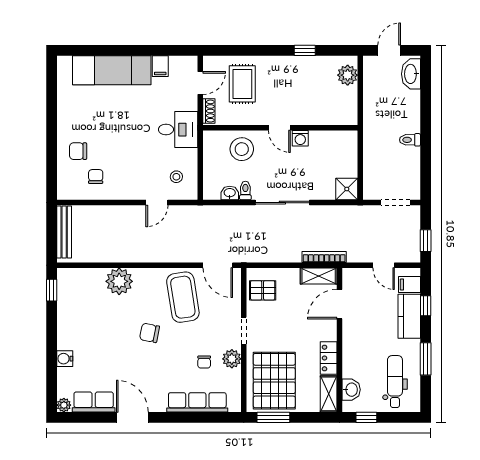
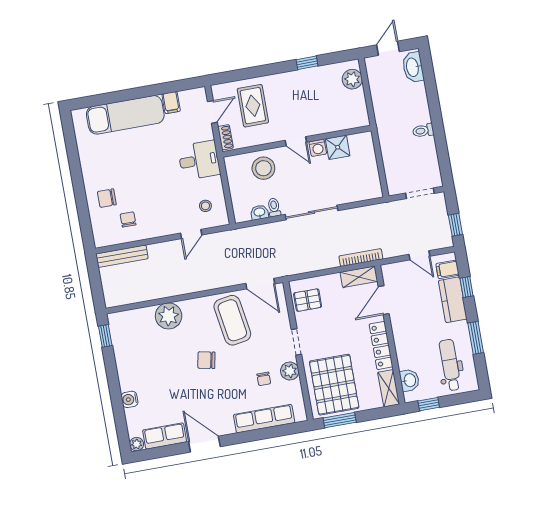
shower: (347, 189) -> (338, 147), moved
bench: (64, 232) -> (122, 256), moved, turned 90
locker: (329, 358) -> (381, 345), width x1.53

